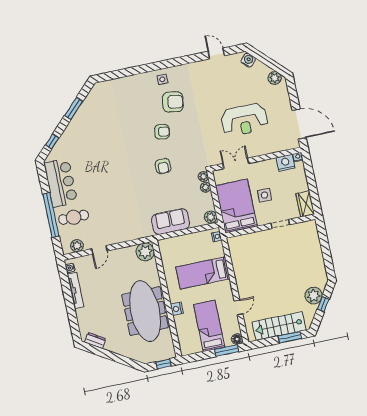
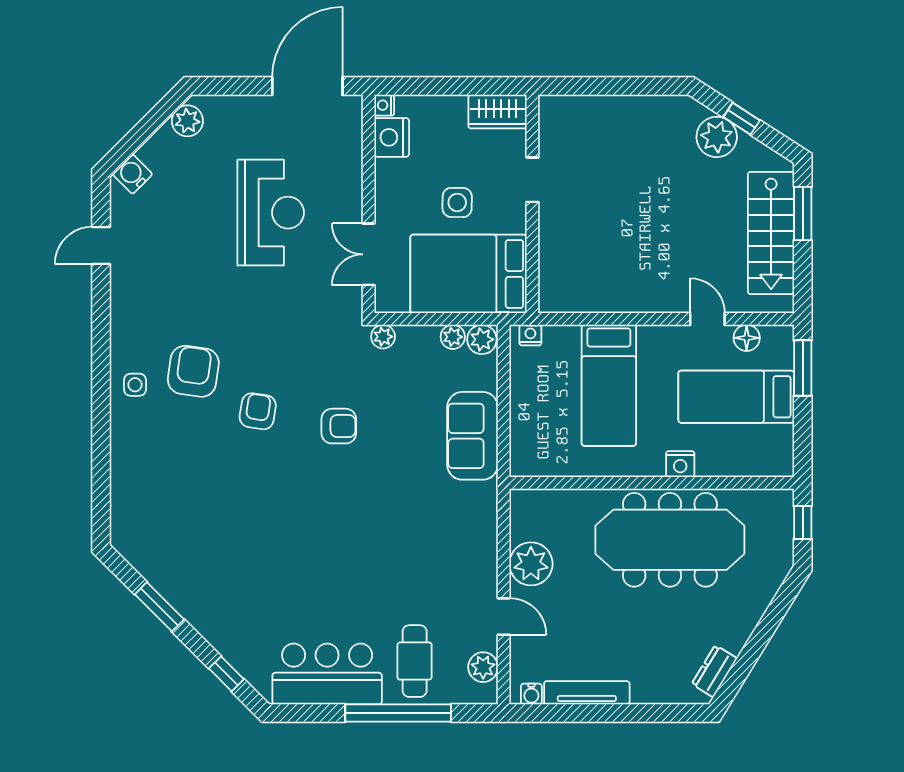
plant: (206, 187) -> (453, 337), moved
plant: (145, 252) -> (531, 564), moved
floor lamp: (237, 339) -> (747, 338), moved

